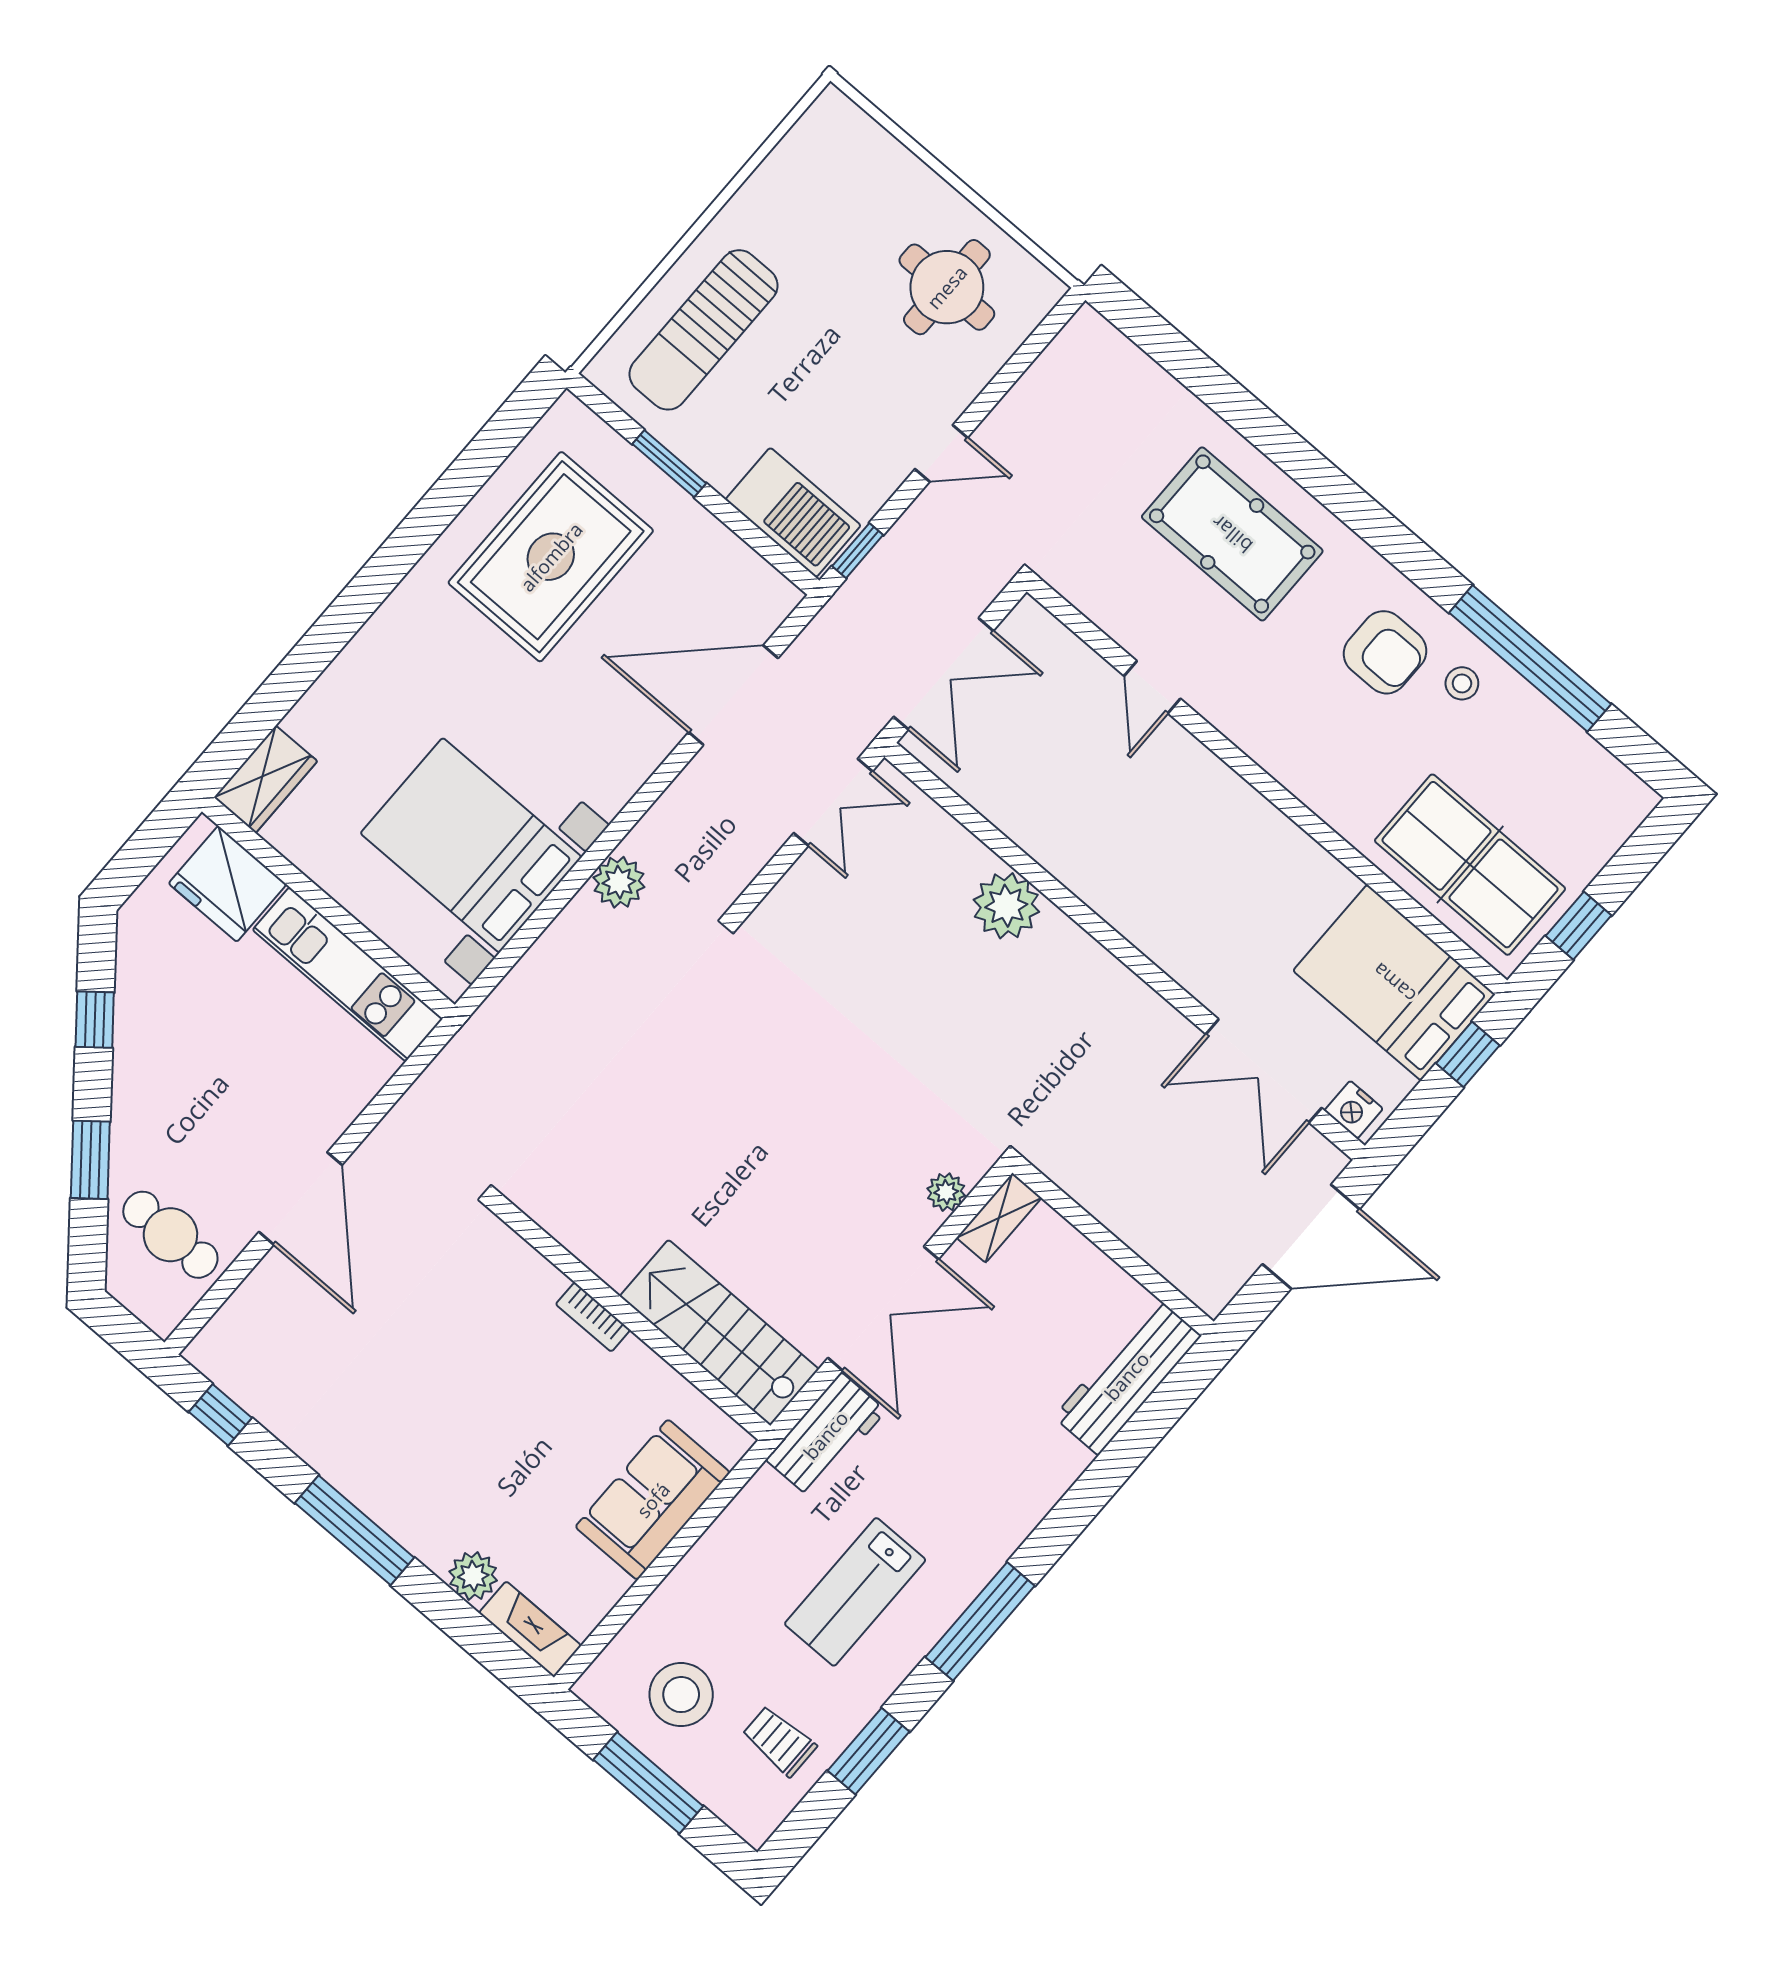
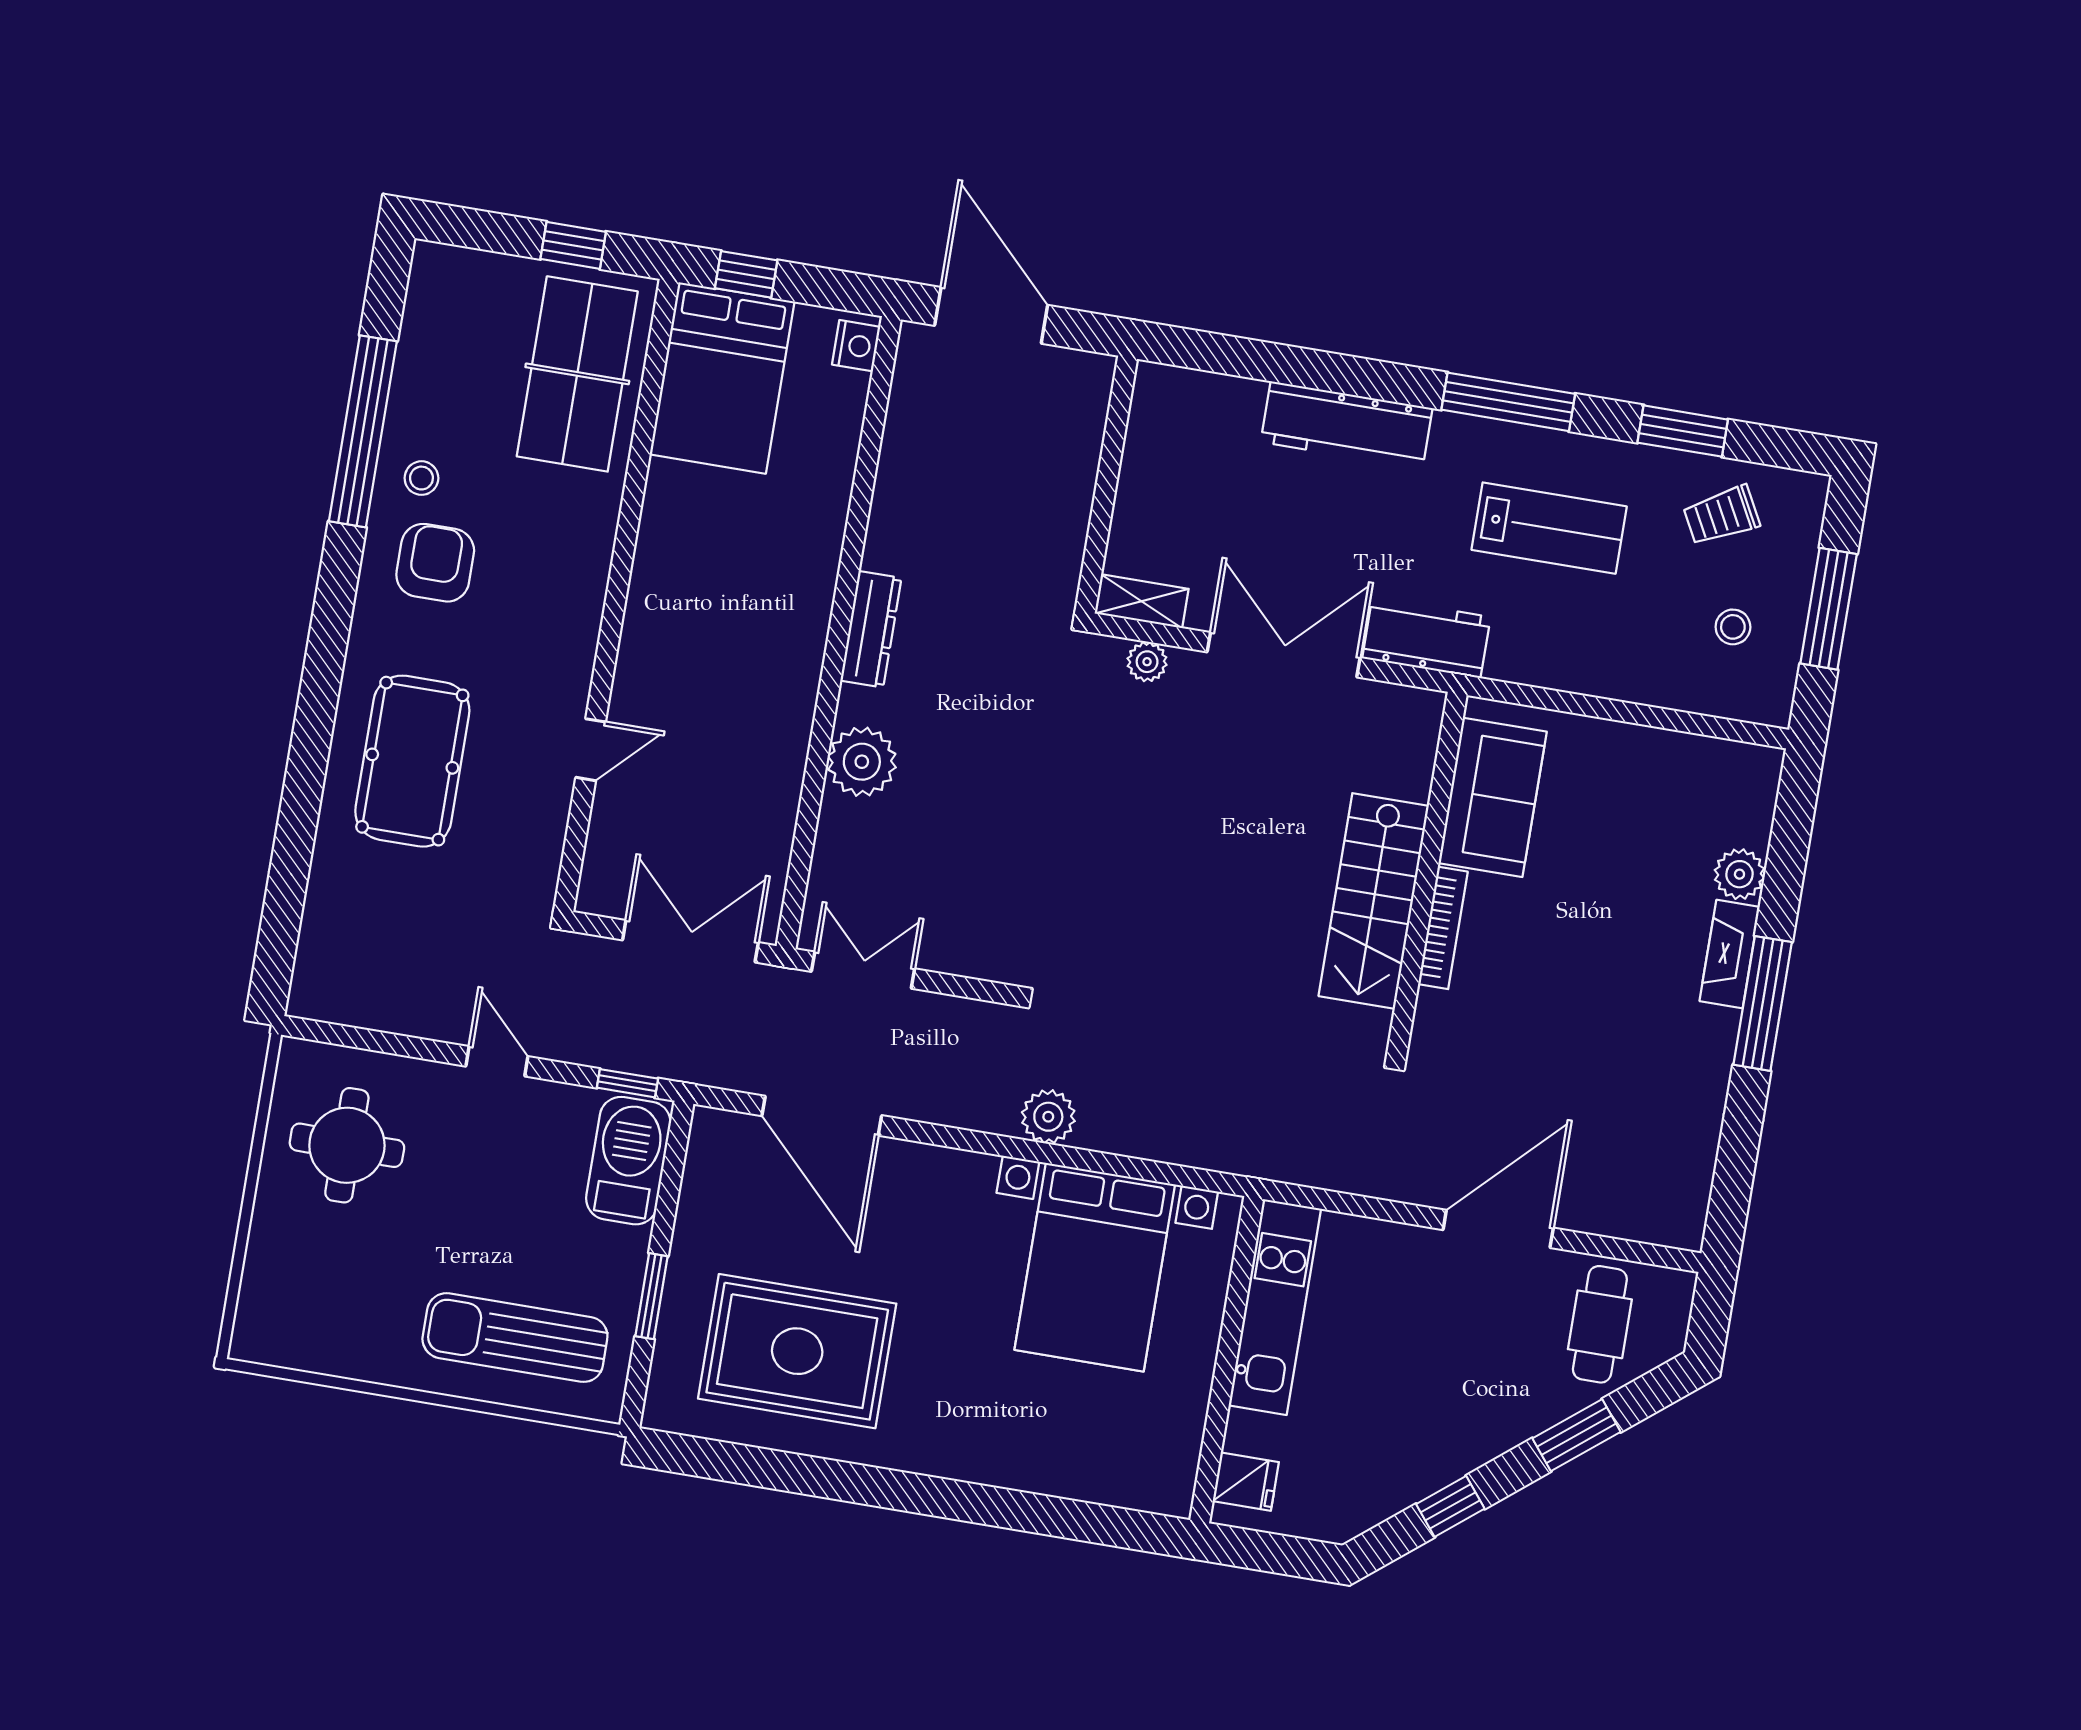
sun lounger: (703, 330) -> (515, 1338), turned 180
wardrobe: (266, 779) -> (1146, 1484), removed
fridge: (228, 884) -> (1246, 1482), width x0.53, depth x0.75
dresser: (1111, 980) -> (871, 629), added
double door: (1264, 1071) -> (870, 446), removed
bookcase: (593, 1317) -> (1443, 928), width x1.56
stairs: (719, 1333) -> (1374, 901), moved
workbench: (1127, 1376) -> (1347, 425), moved
window: (220, 1415) -> (1732, 1184), removed
sofa: (653, 1500) -> (1493, 797), moved, turned -90
fireplace: (530, 1629) -> (1730, 954), moved
stool: (681, 1695) -> (1733, 627), width x0.53, depth x0.53
trolley: (779, 1741) -> (1721, 515), turned 62

